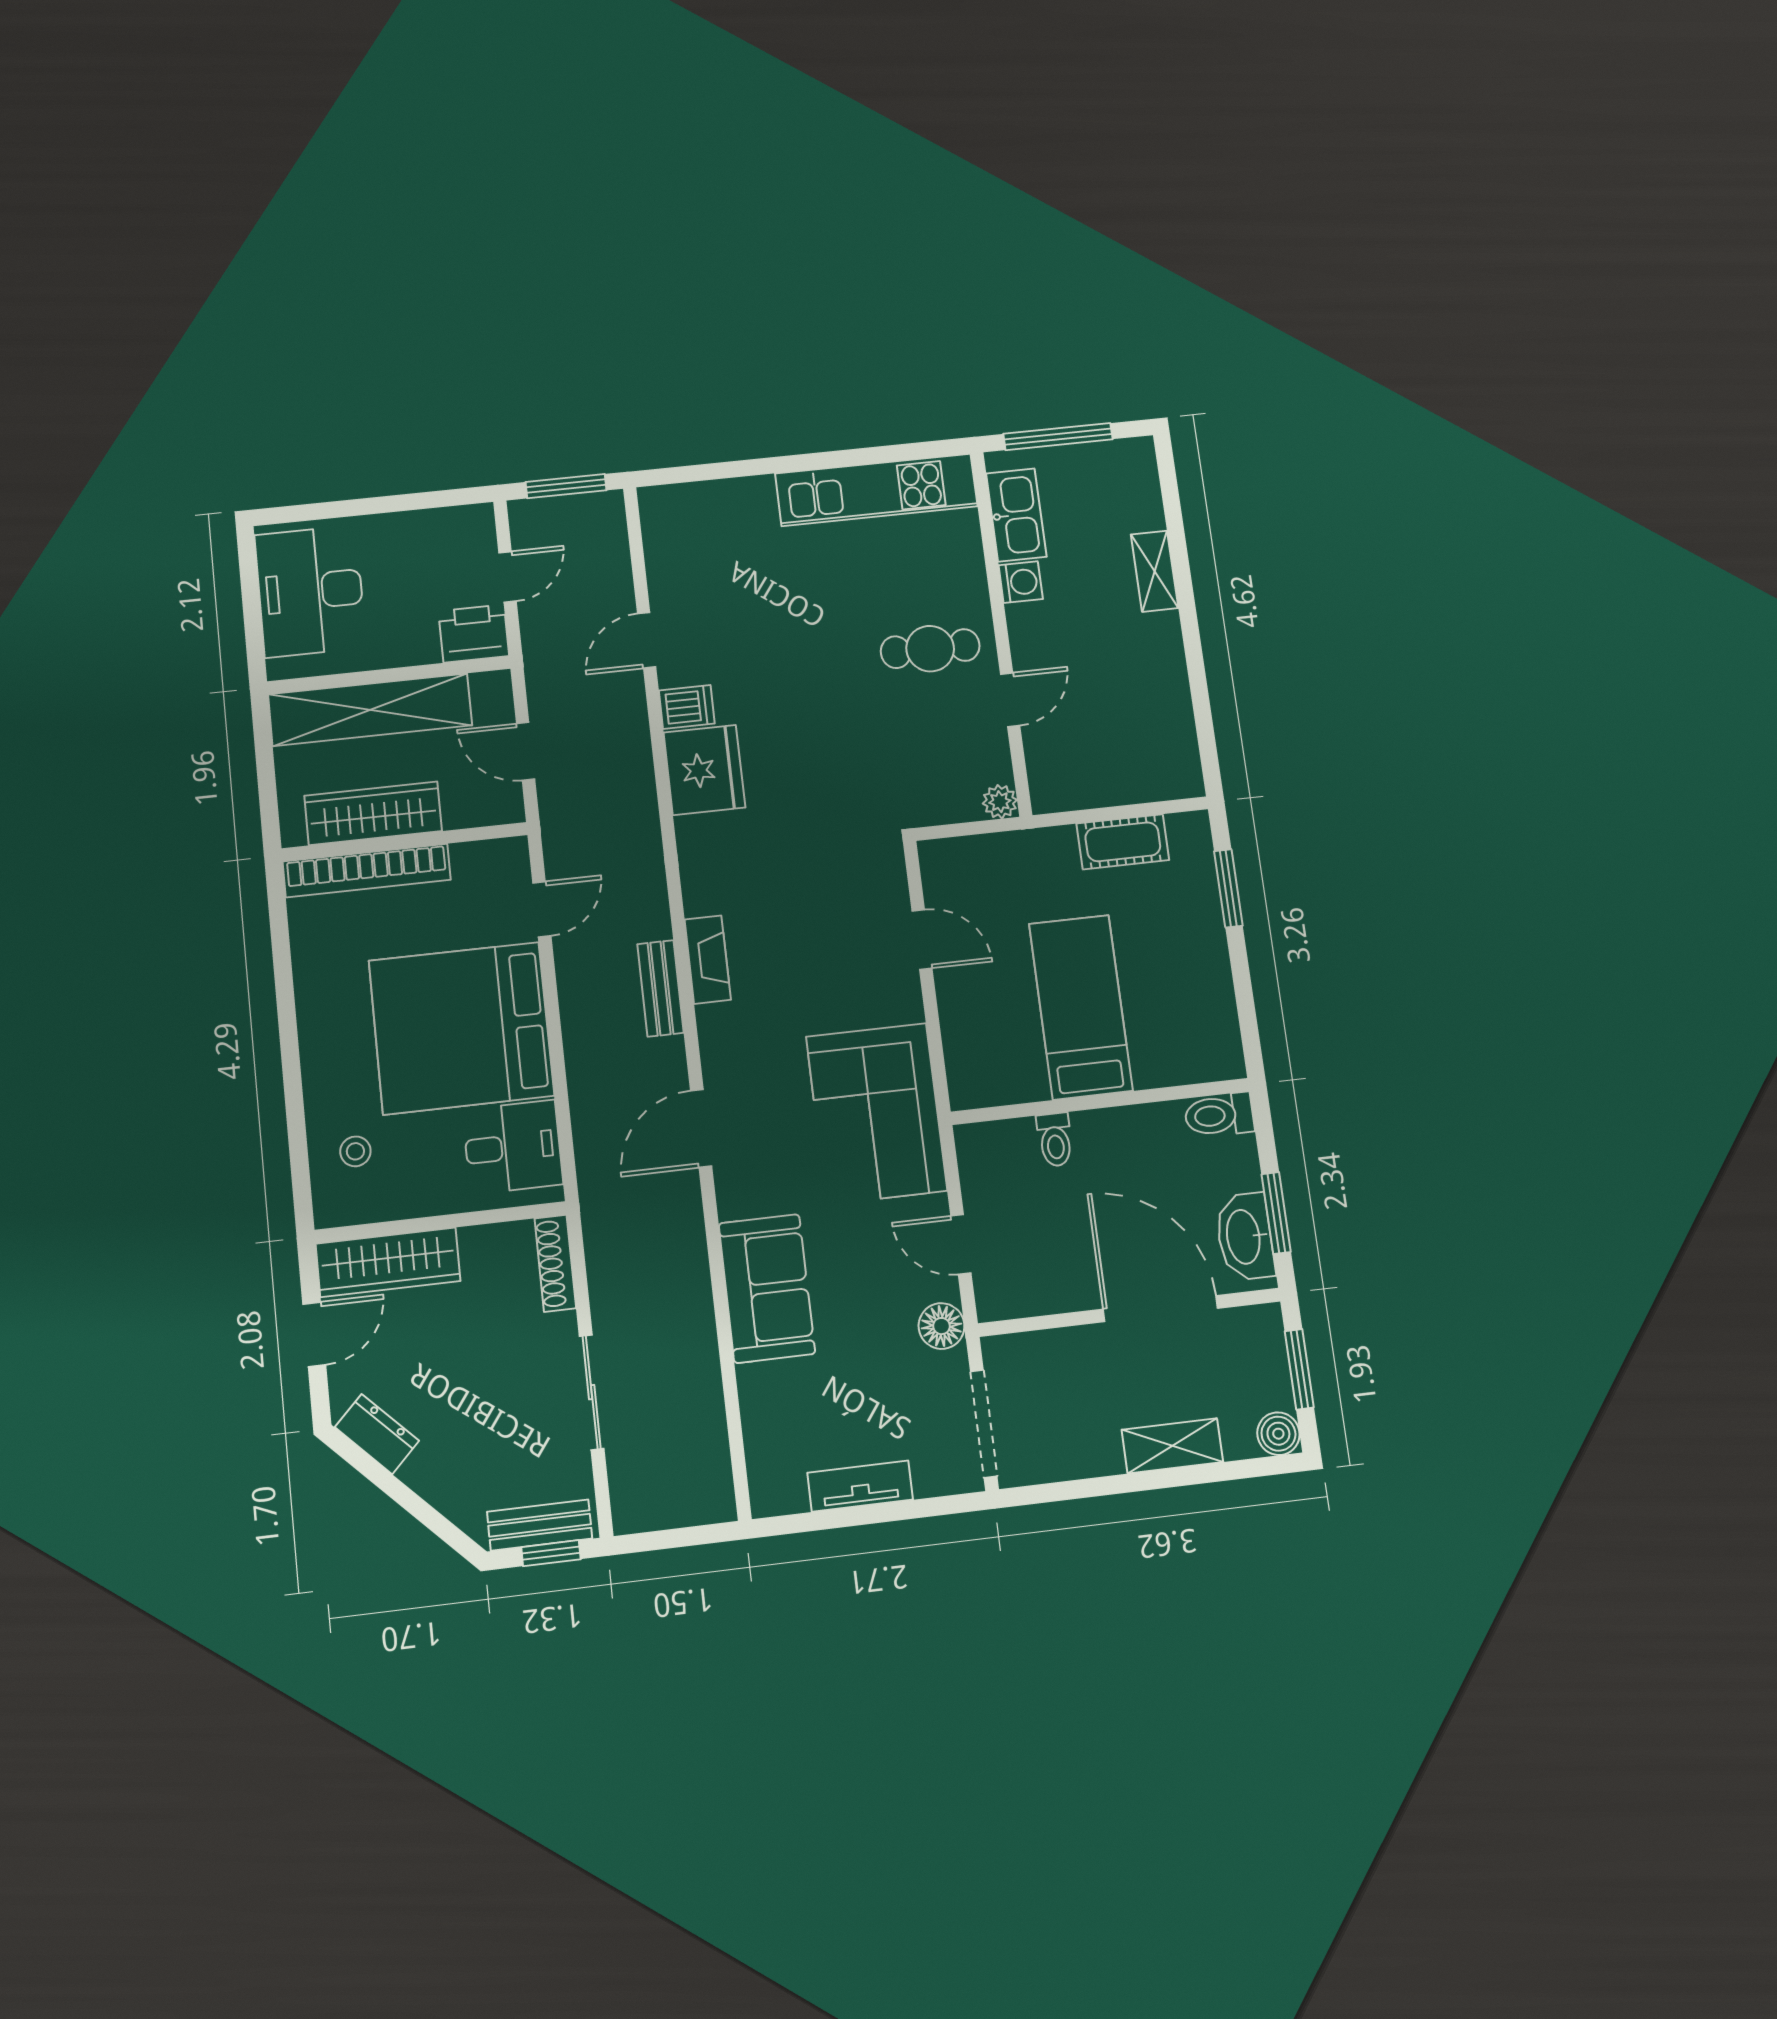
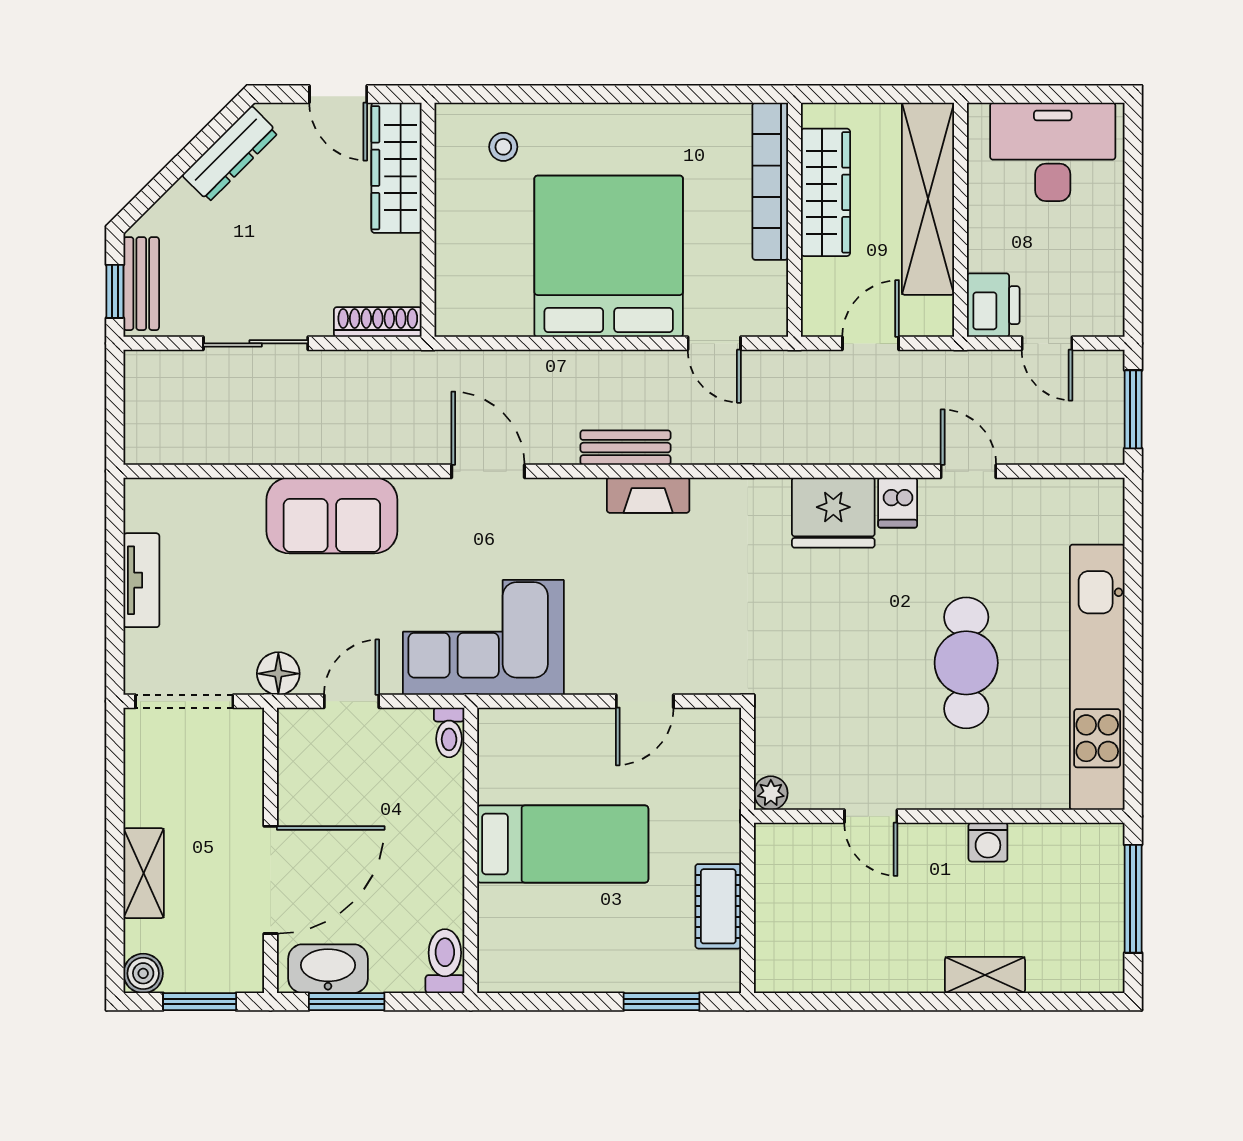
kitchen unit: (876, 490) -> (1097, 677), width x1.36
kitchen sink: (1016, 515) -> (1057, 847), removed
cafe table: (930, 649) -> (966, 663), moved, width x1.37, depth x1.35
toilet: (1055, 1140) -> (449, 732), moved, turned -90
desk: (513, 1147) -> (491, 293), removed
dresser: (377, 1434) -> (230, 154), width x1.44

